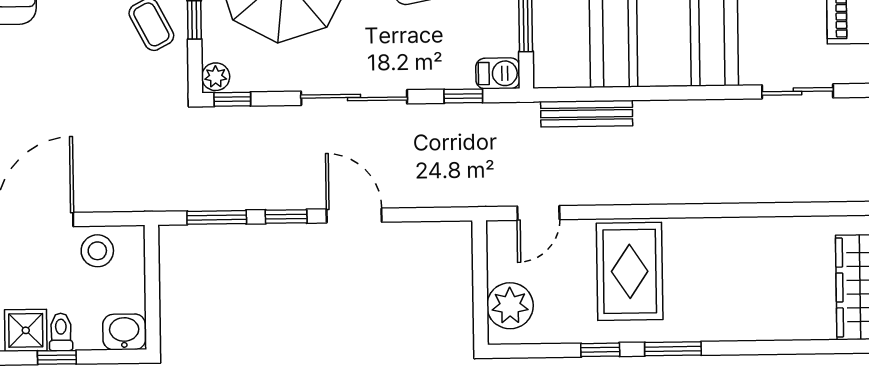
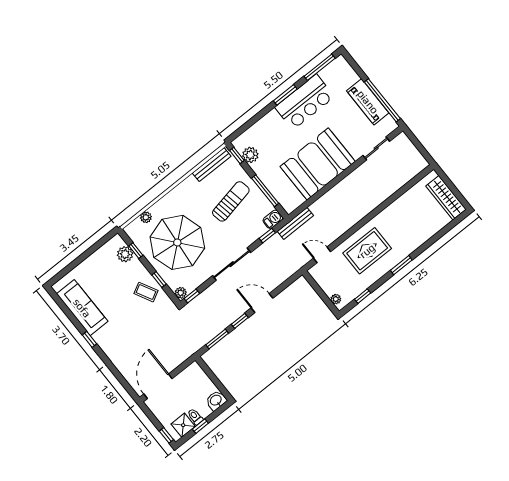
bench: (587, 114) -> (295, 223), moved
door: (538, 213) -> (322, 255), swing flipped
stool: (97, 251) -> (186, 381), removed
rug: (630, 271) -> (367, 251), turned 90
plant: (510, 306) -> (336, 299), width x0.53, depth x0.53
window: (600, 350) -> (363, 296), moved

